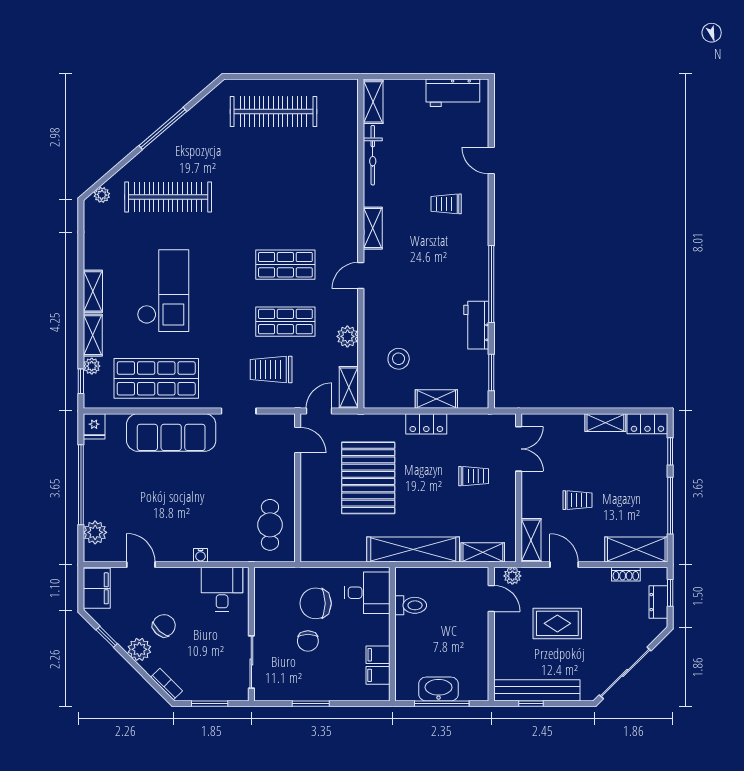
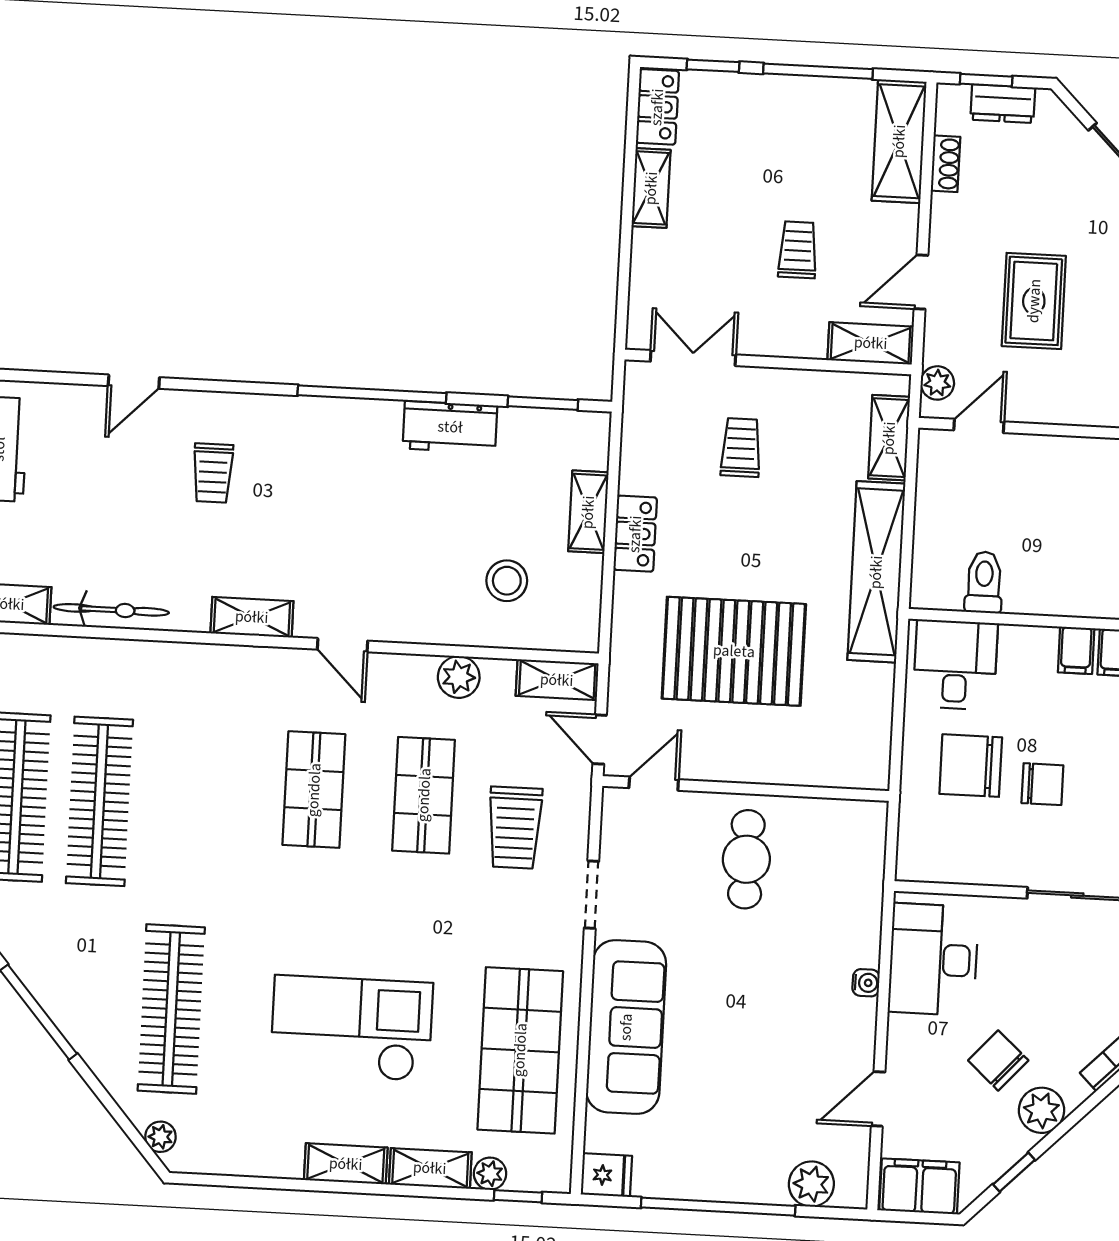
clothes rail: (273, 154) -> (99, 801), added
cafe table: (270, 525) -> (746, 859), moved, turned 90
desk: (222, 589) -> (933, 959), width x1.37
chair: (316, 603) -> (971, 766), turned 90

